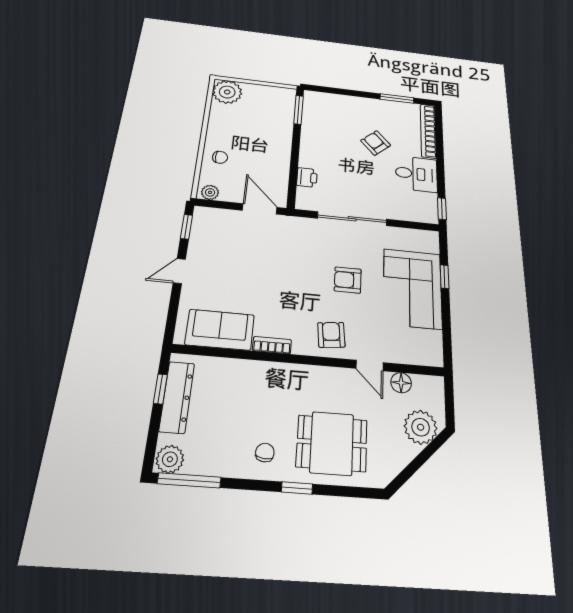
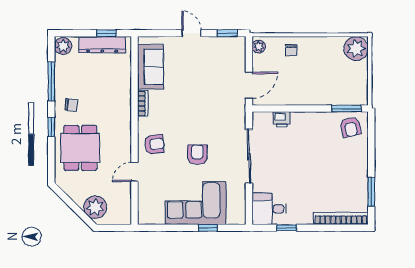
armchair: (376, 143) -> (351, 127), moved, turned 120
desk: (416, 174) -> (269, 209), moved, turned 90
window: (442, 209) -> (286, 228), moved
floor lamp: (401, 383) -> (124, 194), removed
window: (189, 480) -> (51, 81), moved

